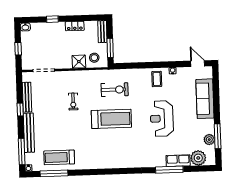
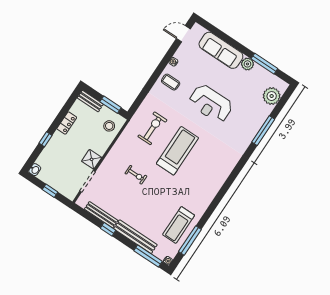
shower: (79, 62) -> (92, 159), moved
plant: (209, 140) -> (247, 64), moved
row of seats: (178, 161) -> (261, 117), removed

